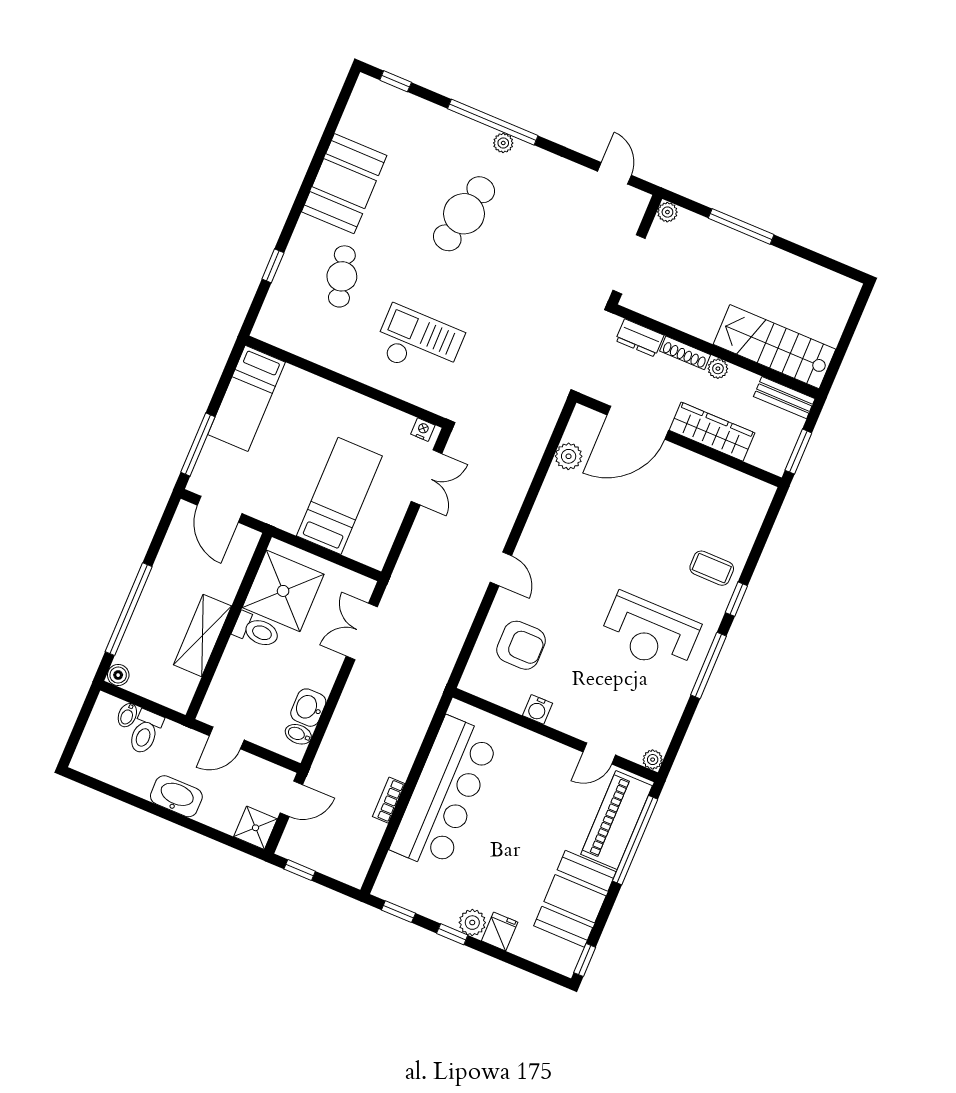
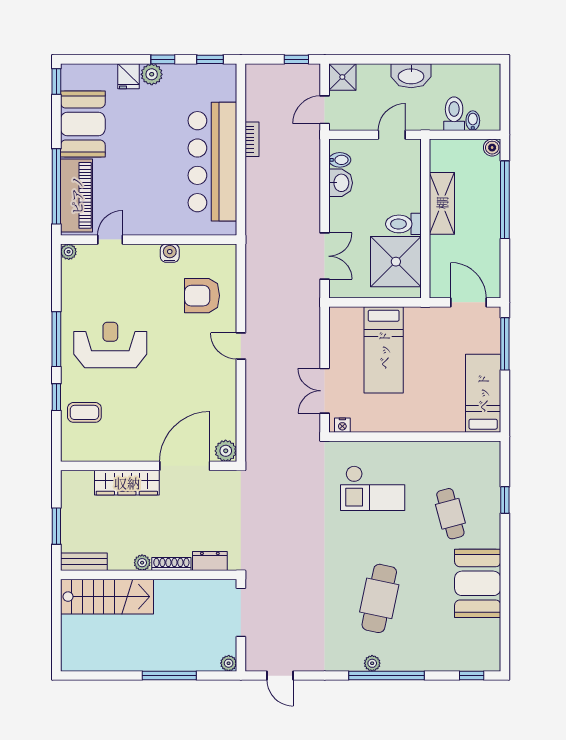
door: (638, 423) -> (185, 466), moved
wardrobe: (712, 432) -> (127, 483), moved
wall: (679, 440) -> (149, 466), moved

